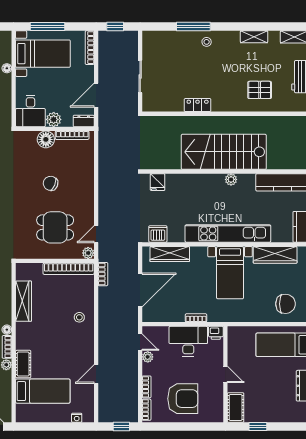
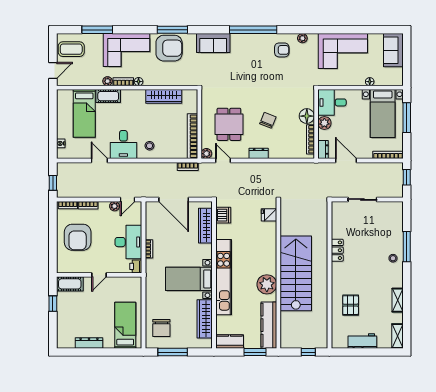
plant: (231, 179) -> (267, 284), width x1.87, depth x1.87
dresser: (88, 194) -> (259, 153), added
desk: (78, 347) -> (123, 145), added

